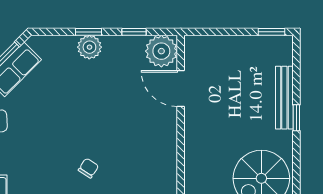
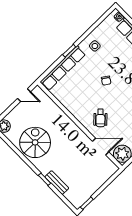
bench: (284, 98) -> (57, 183), width x0.73
wheelchair: (144, 126) -> (100, 118), added

